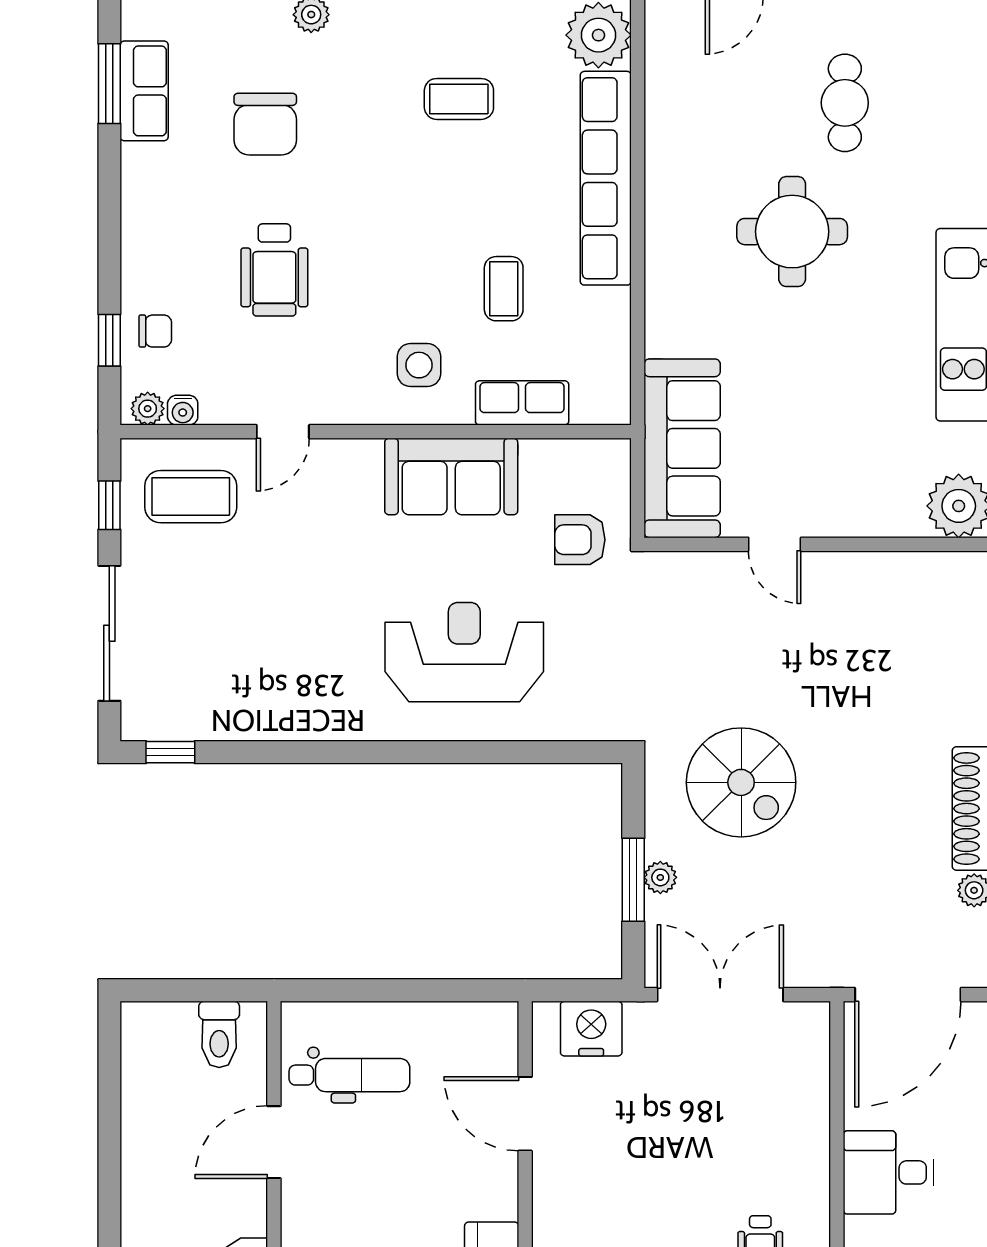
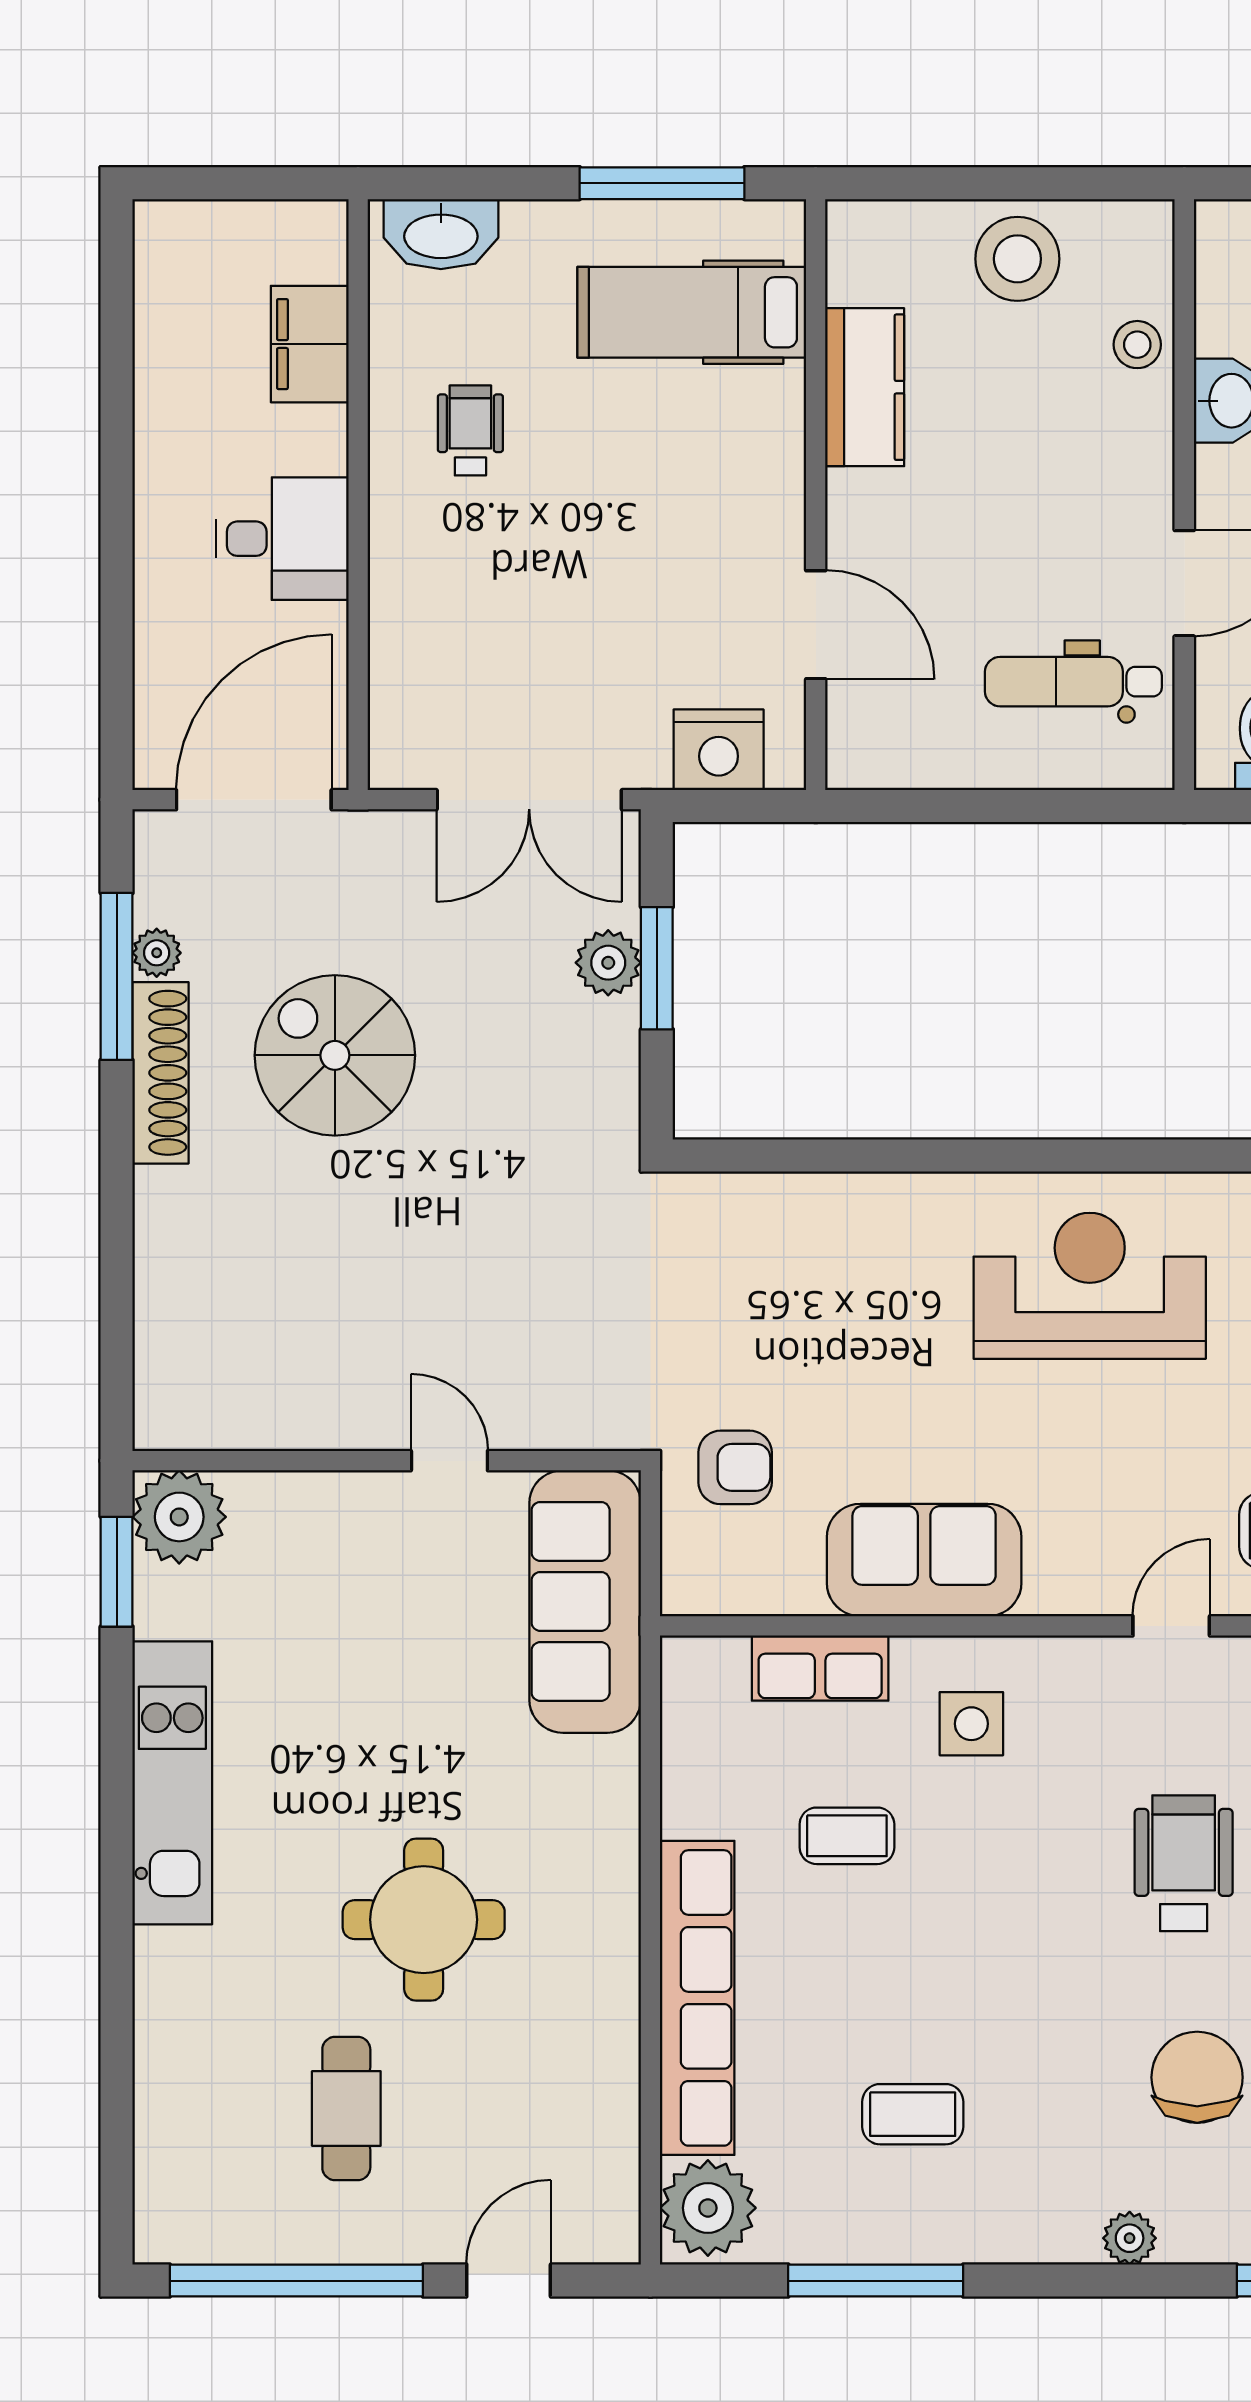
coffee table: (504, 289) -> (847, 1836), turned 90
reception desk: (464, 652) -> (1090, 1286), moved, turned 180
spiral stairs: (741, 782) -> (335, 1055), moved
plant: (660, 877) -> (608, 963), width x1.38, depth x1.38

